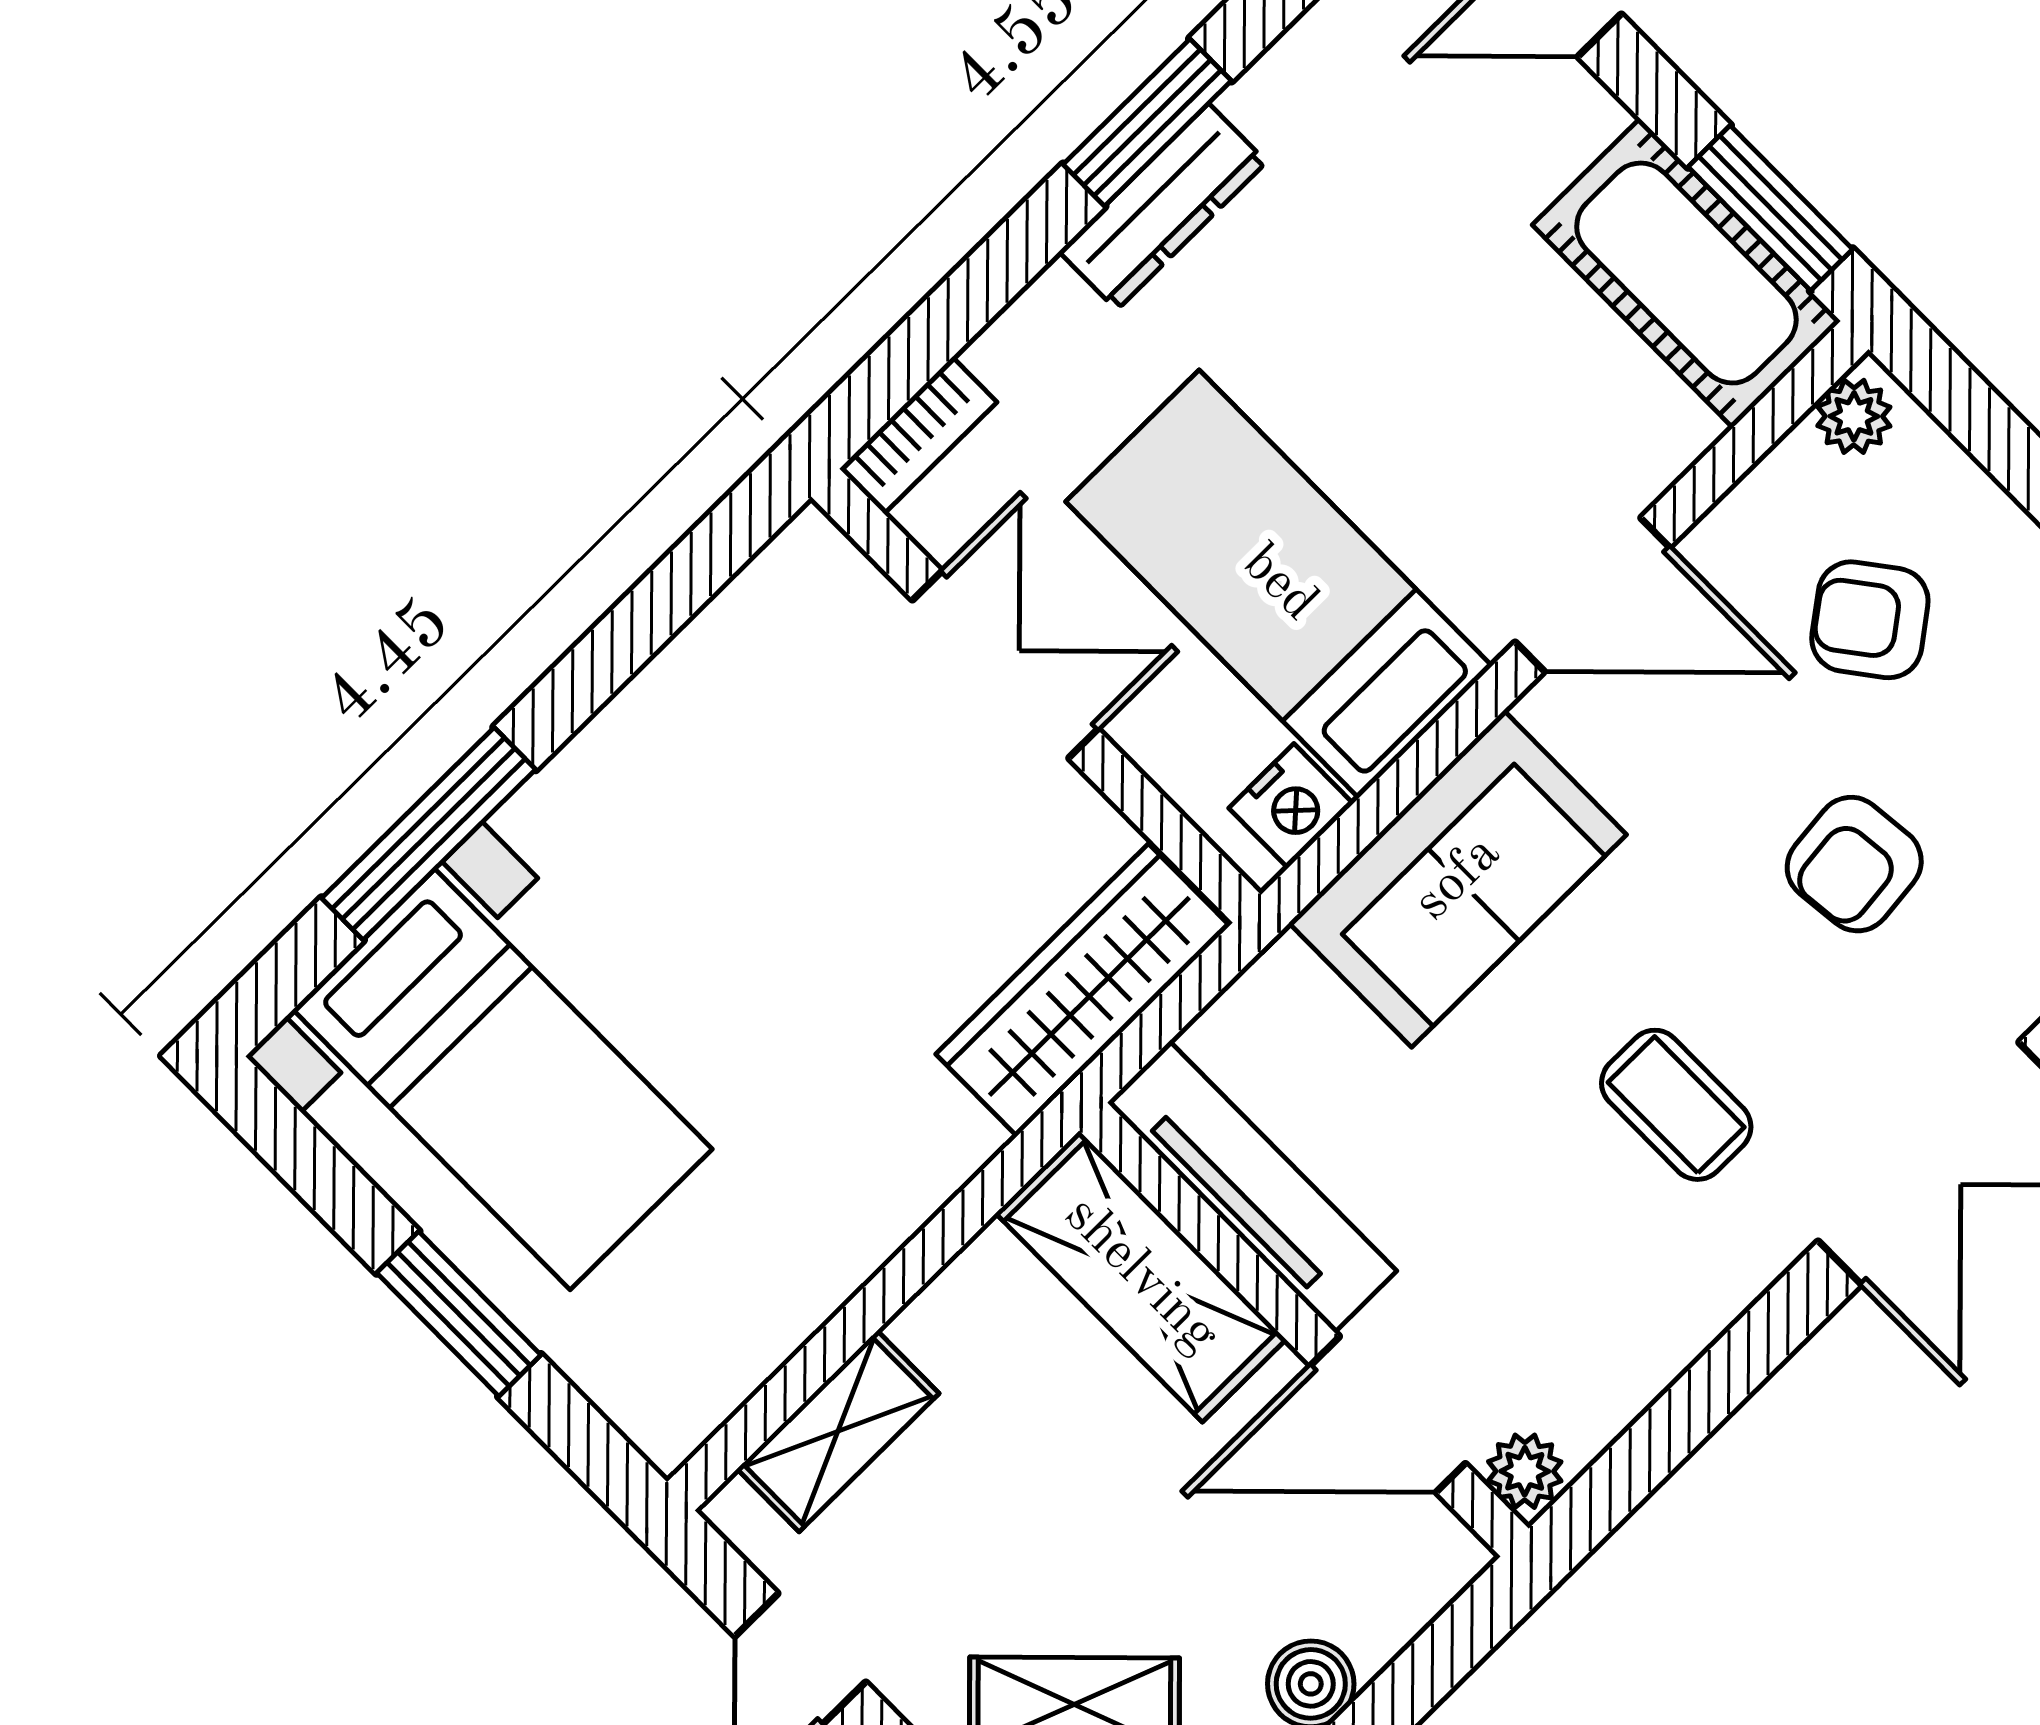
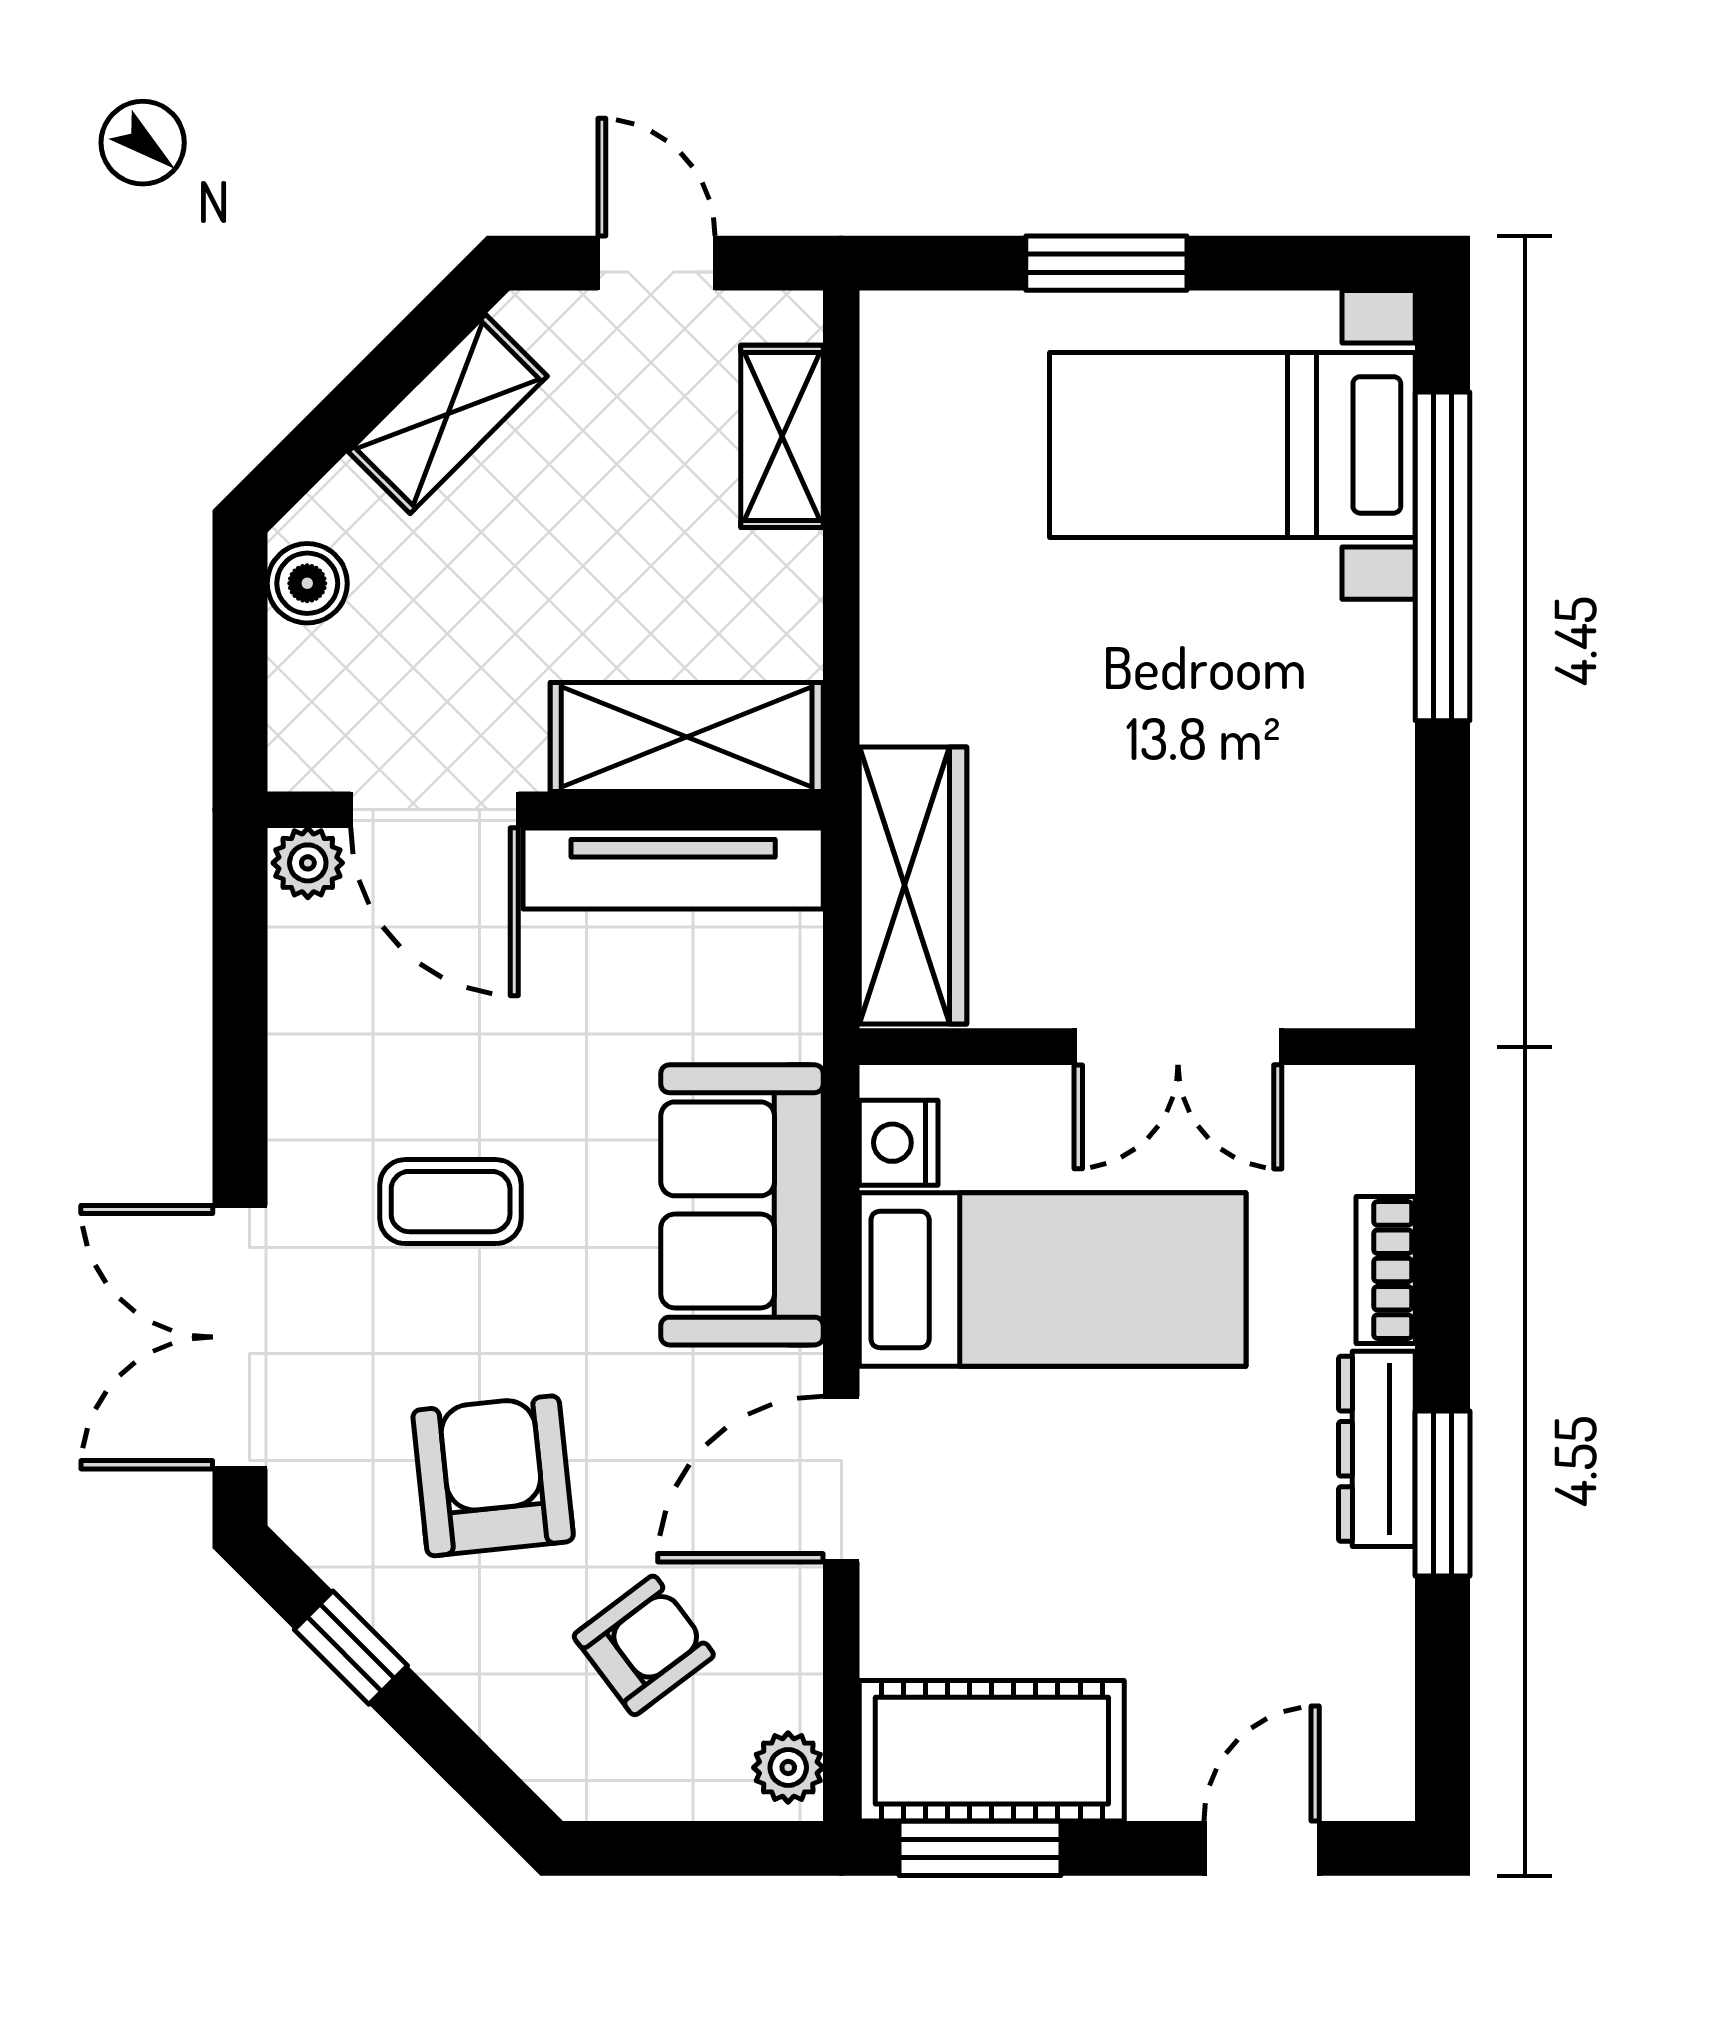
bookcase: (918, 435) -> (1386, 1270), moved
window: (429, 834) -> (1443, 556), width x1.46
armchair: (1854, 864) -> (493, 1476), width x1.38, depth x1.38
door: (1388, 1414) -> (435, 810), swing flipped

